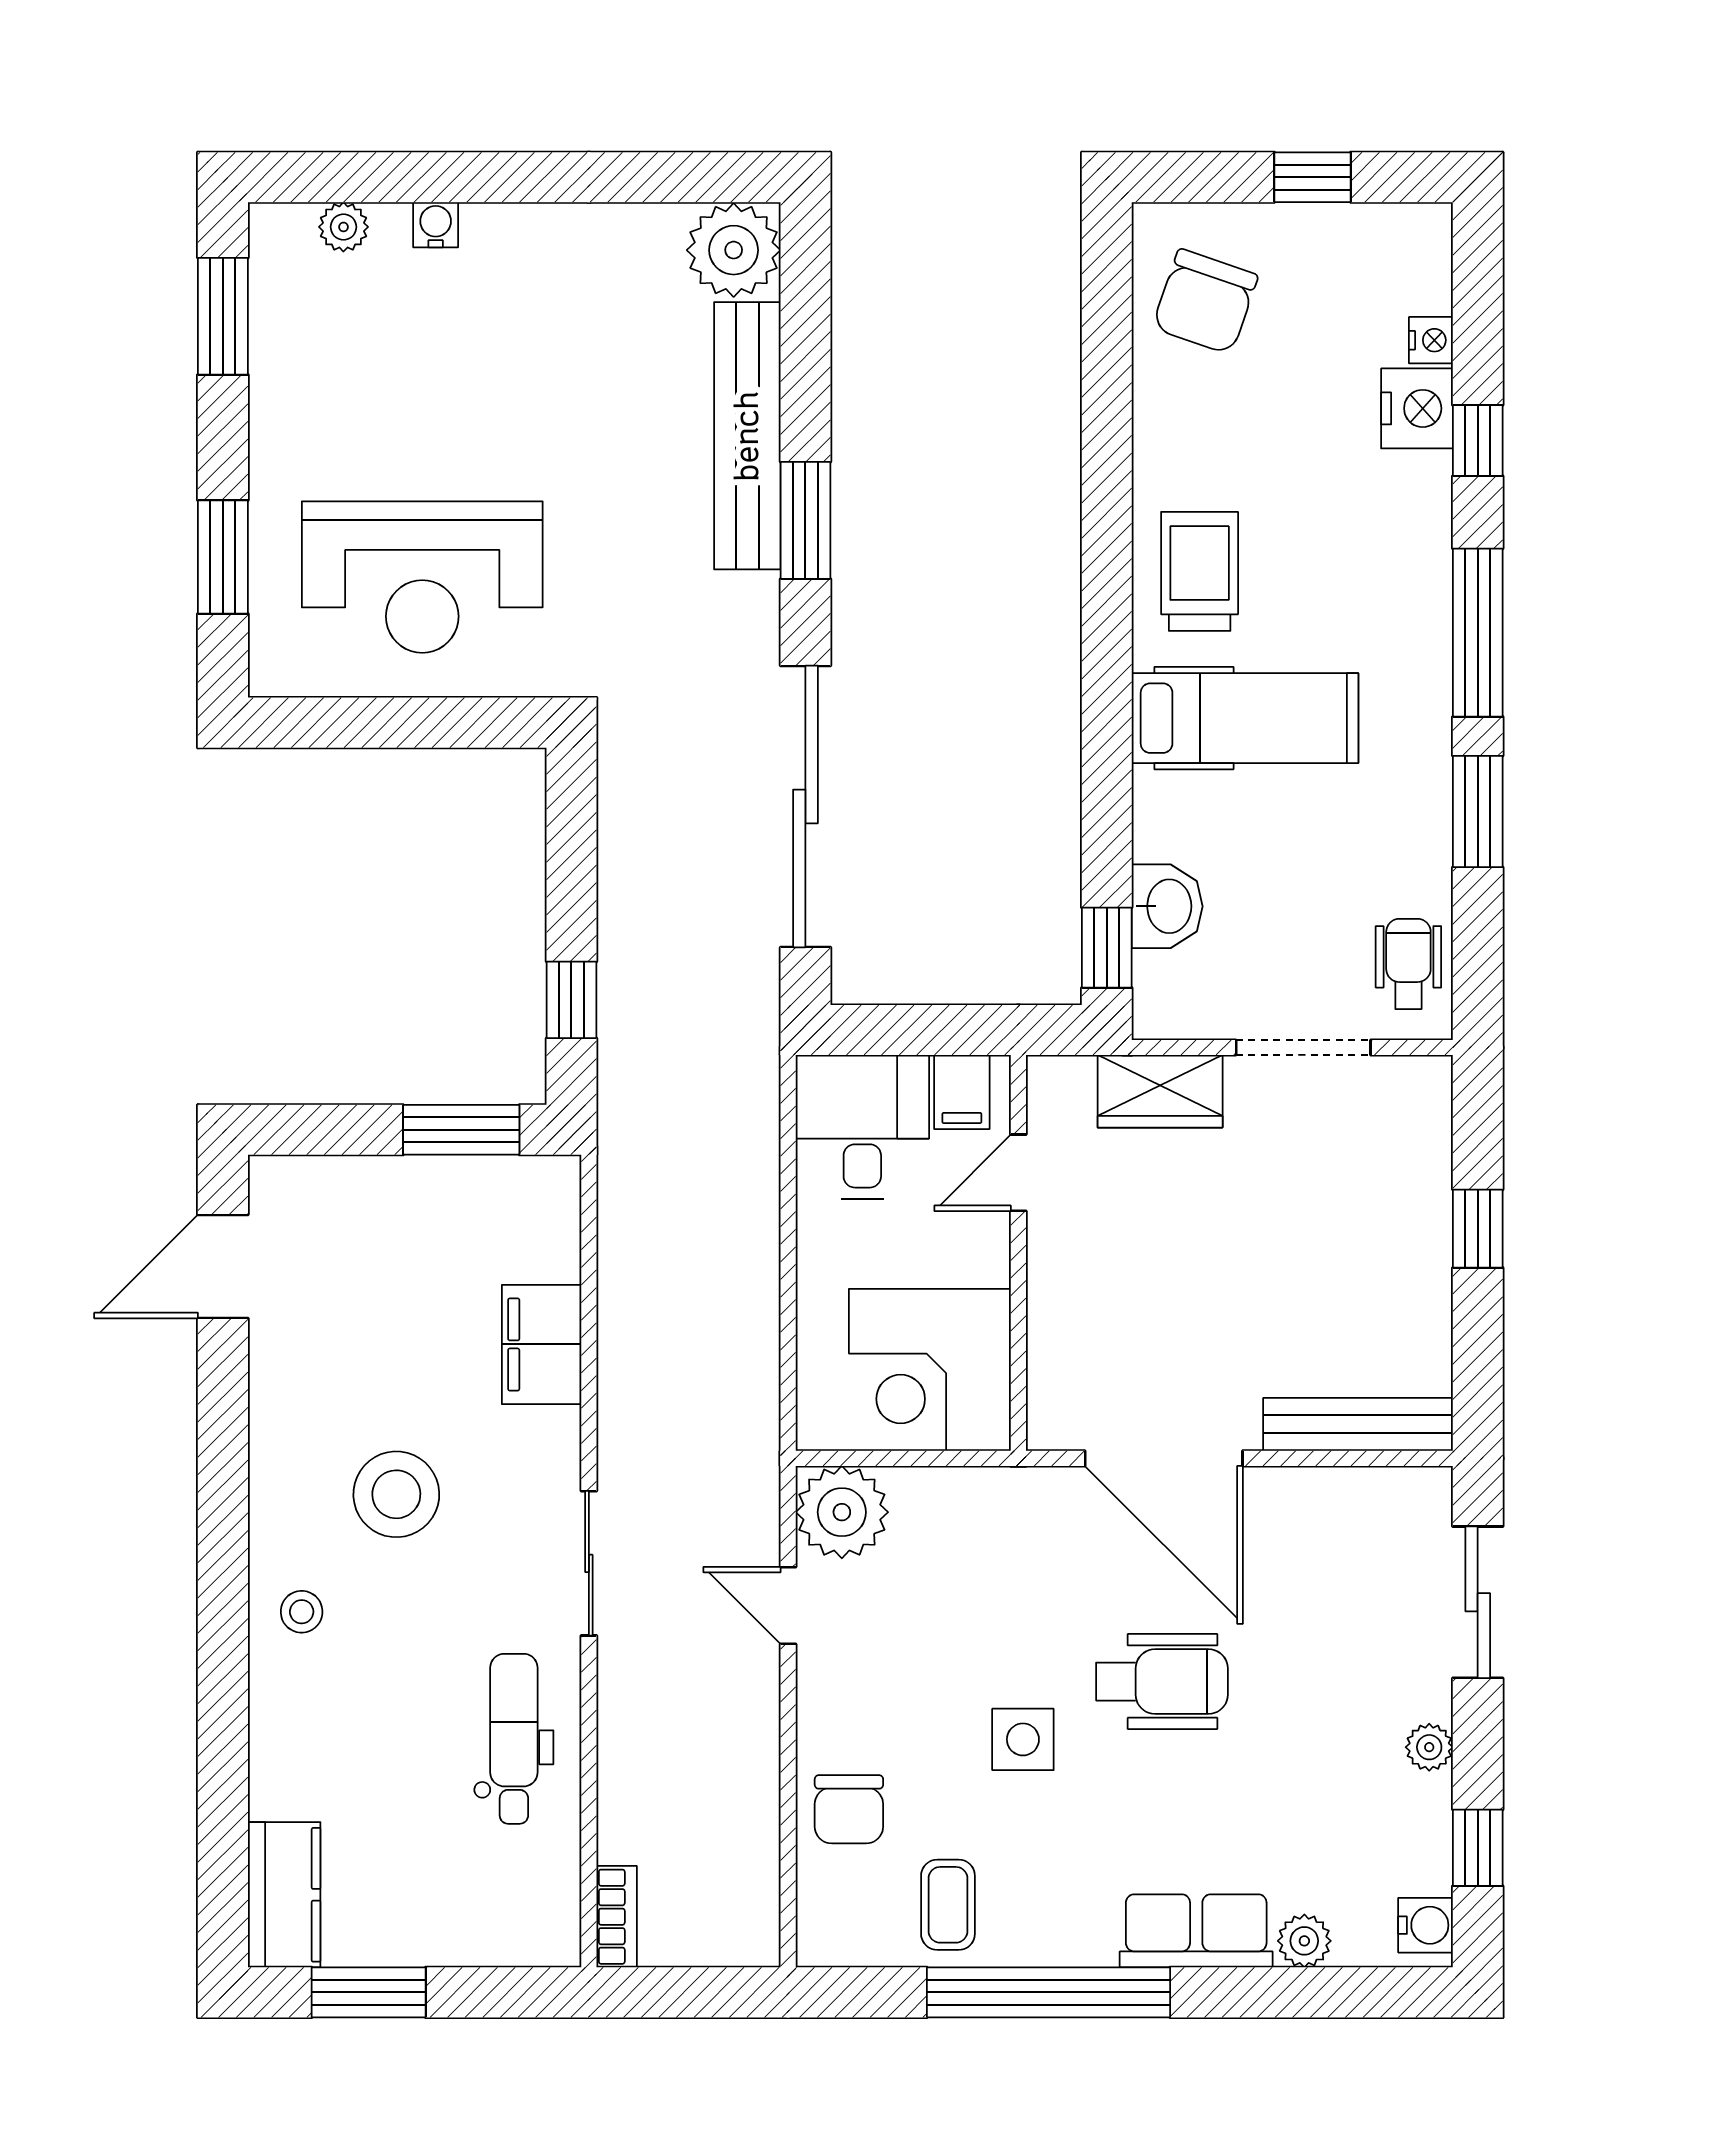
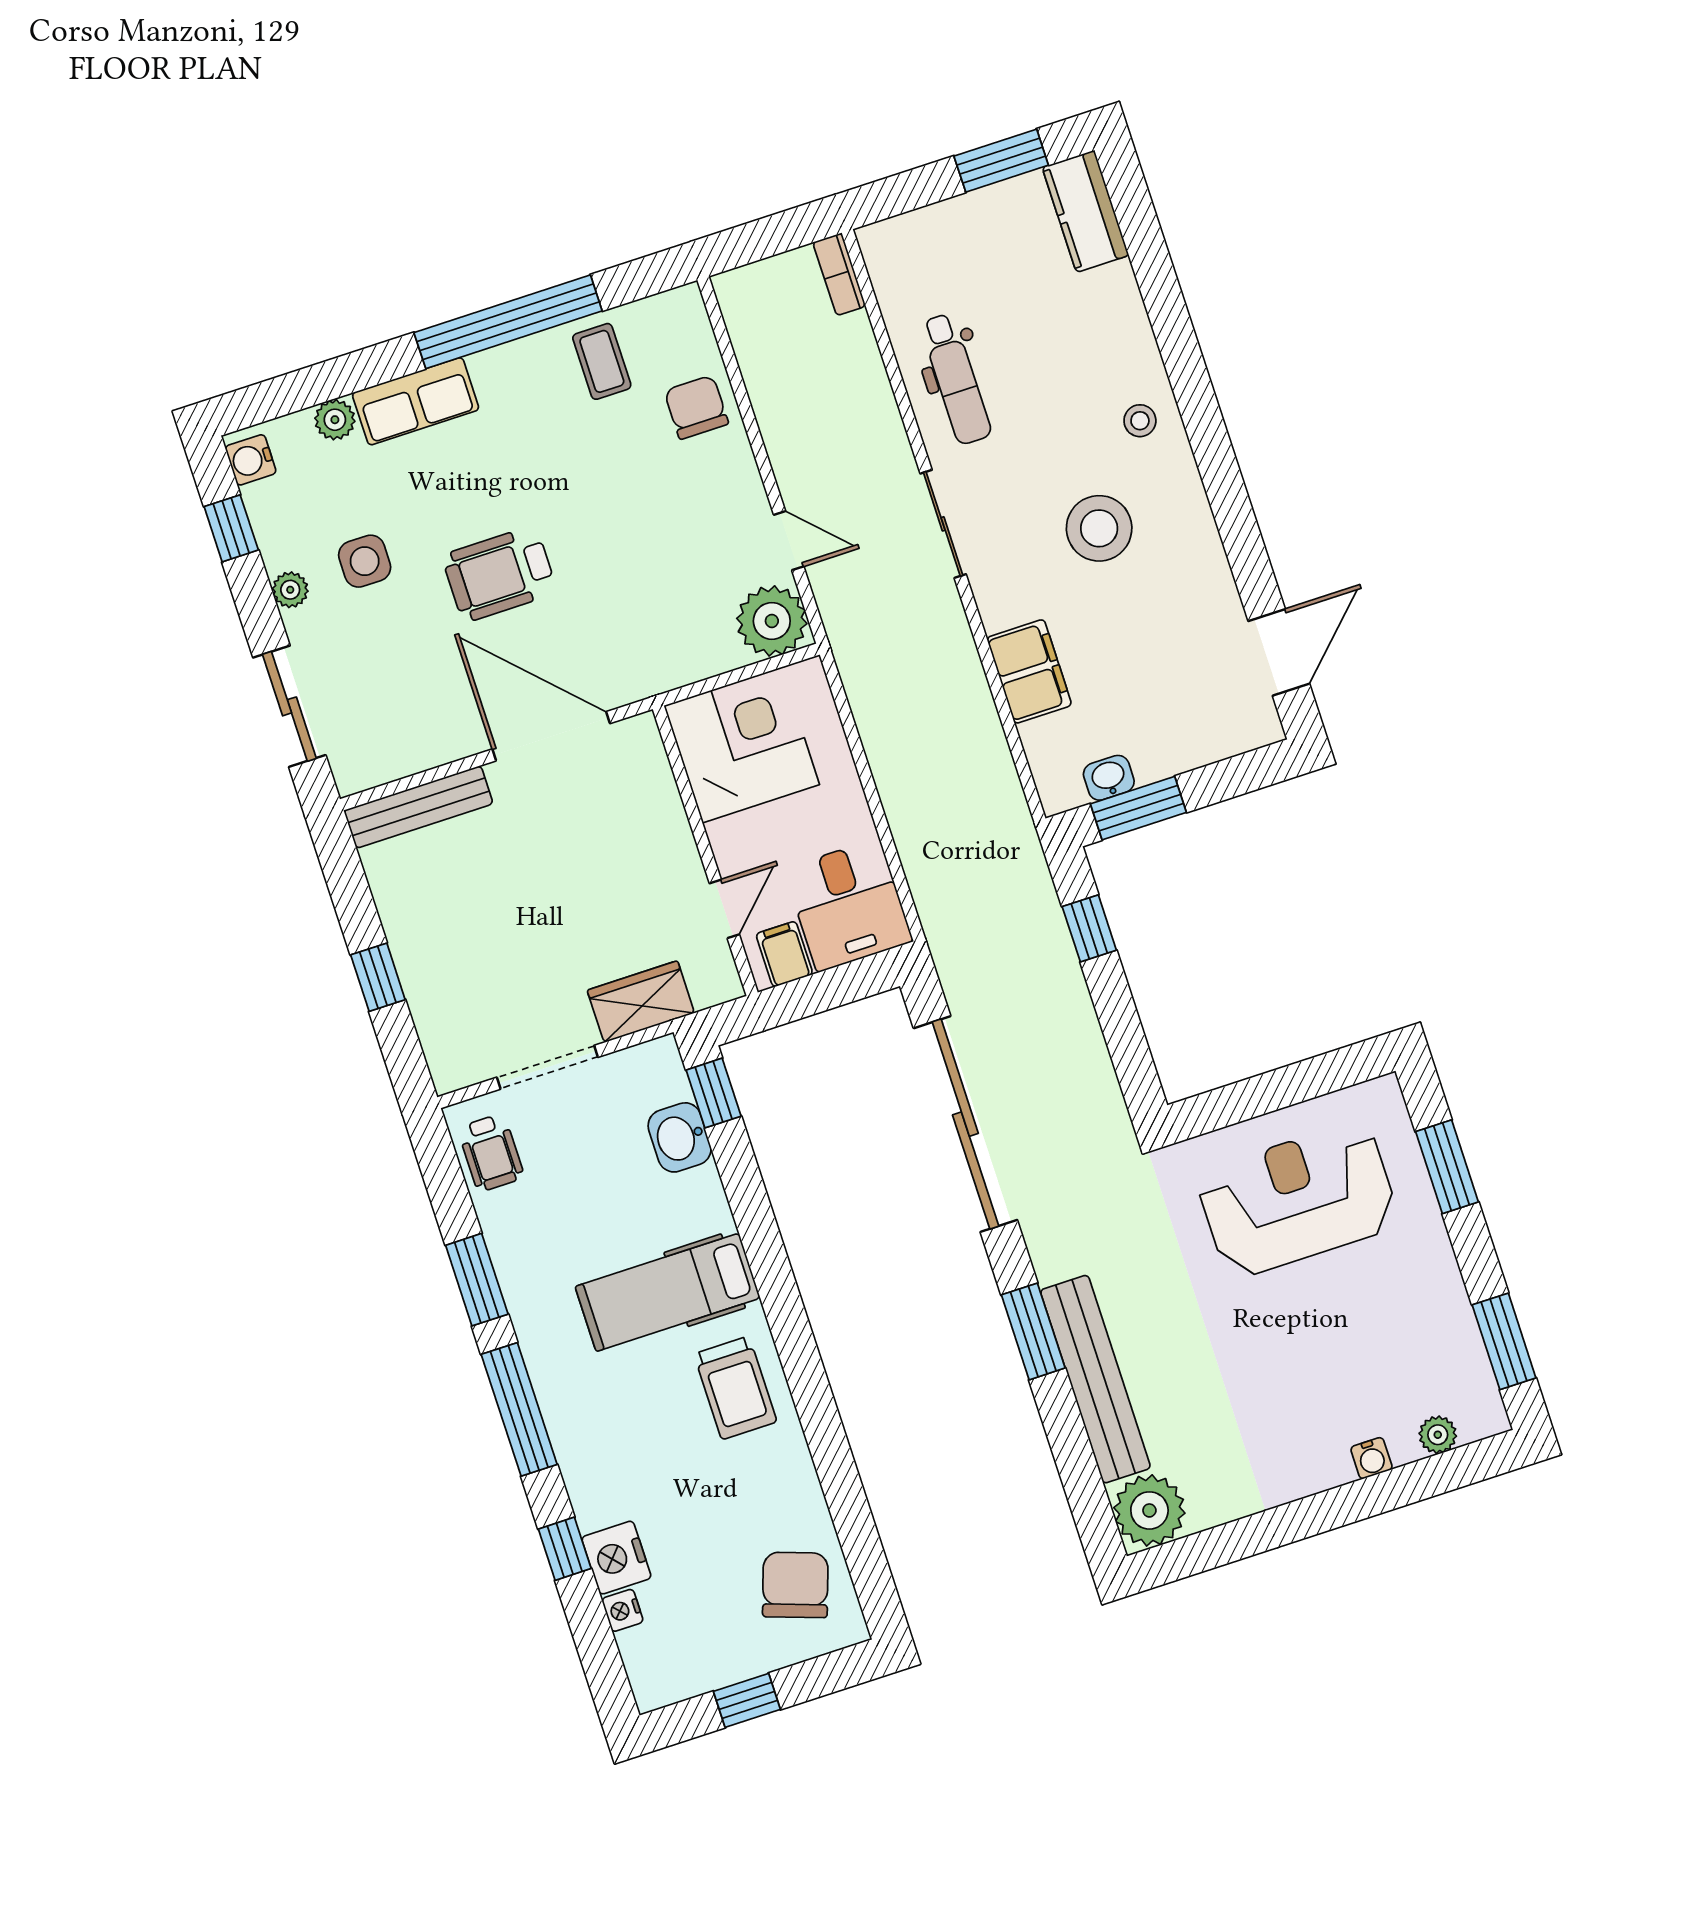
washbasin: (486, 1180) -> (1109, 778), added
side table: (1023, 1739) -> (365, 561), moved

